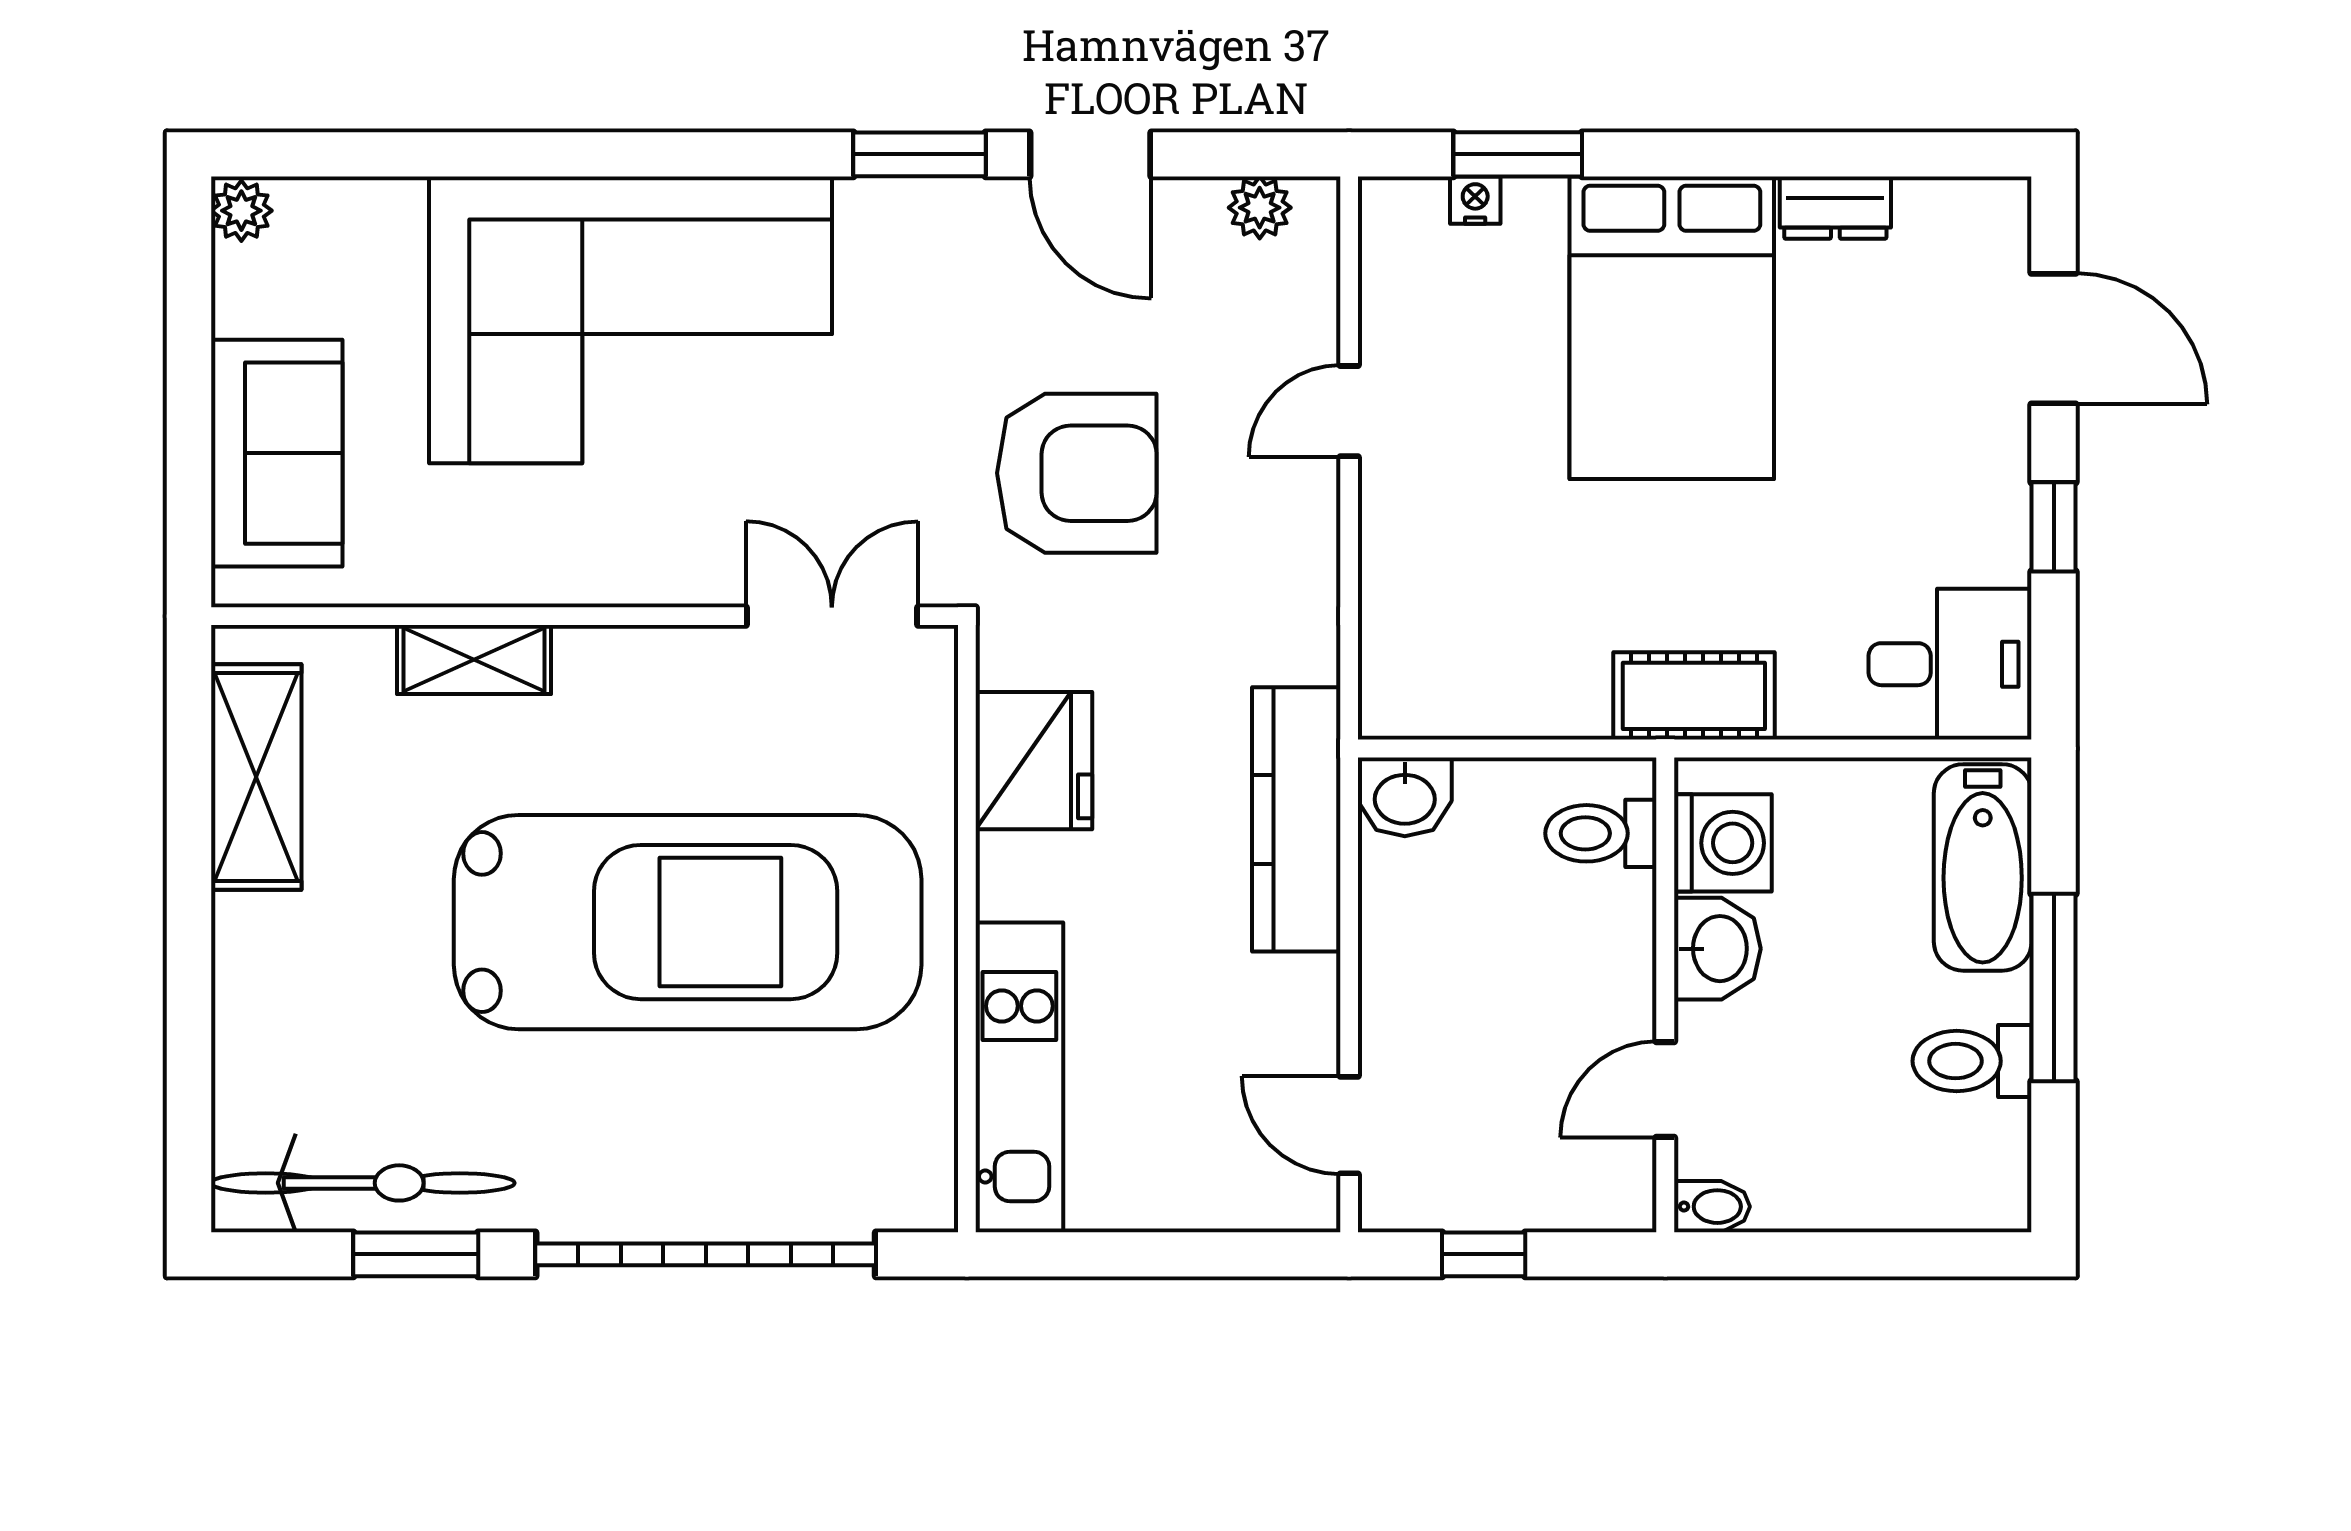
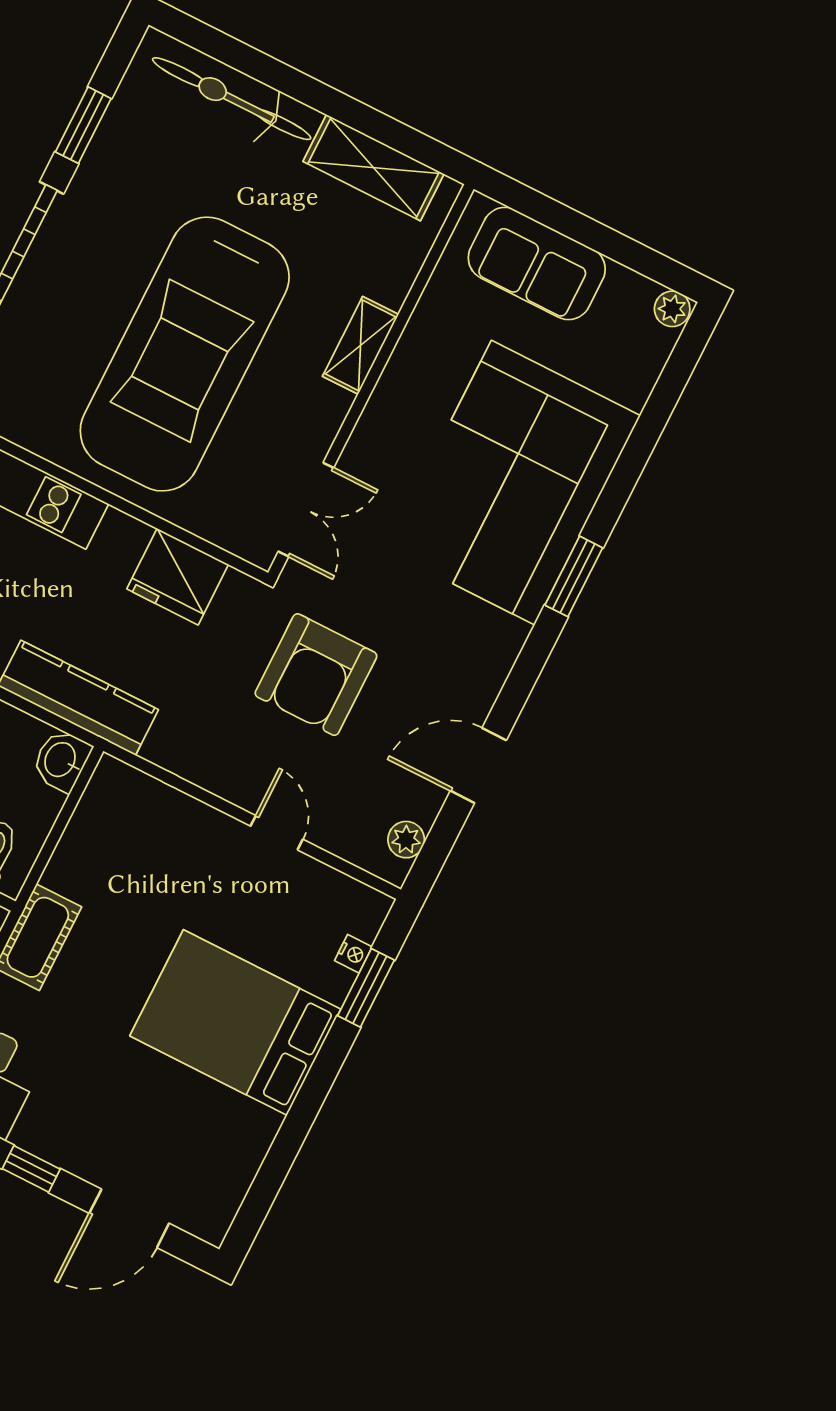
window: (920, 154) -> (574, 576), moved
dresser: (1835, 208) -> (255, 1139), removed
shelving: (474, 660) -> (361, 345), moved
bicycle: (363, 1183) -> (232, 99), moved, turned 90

